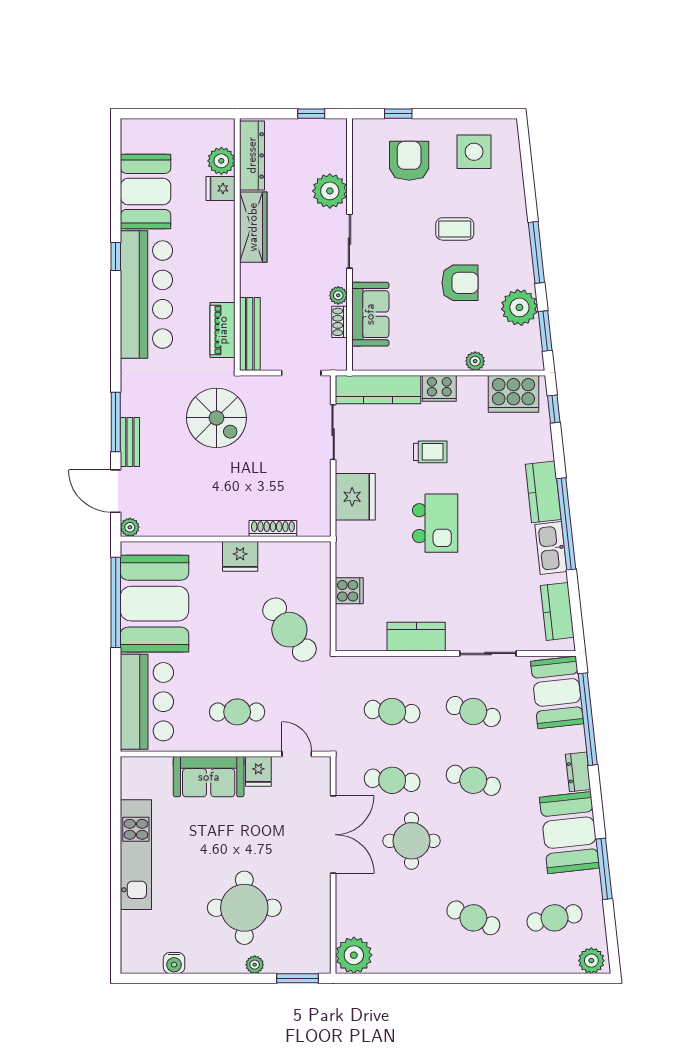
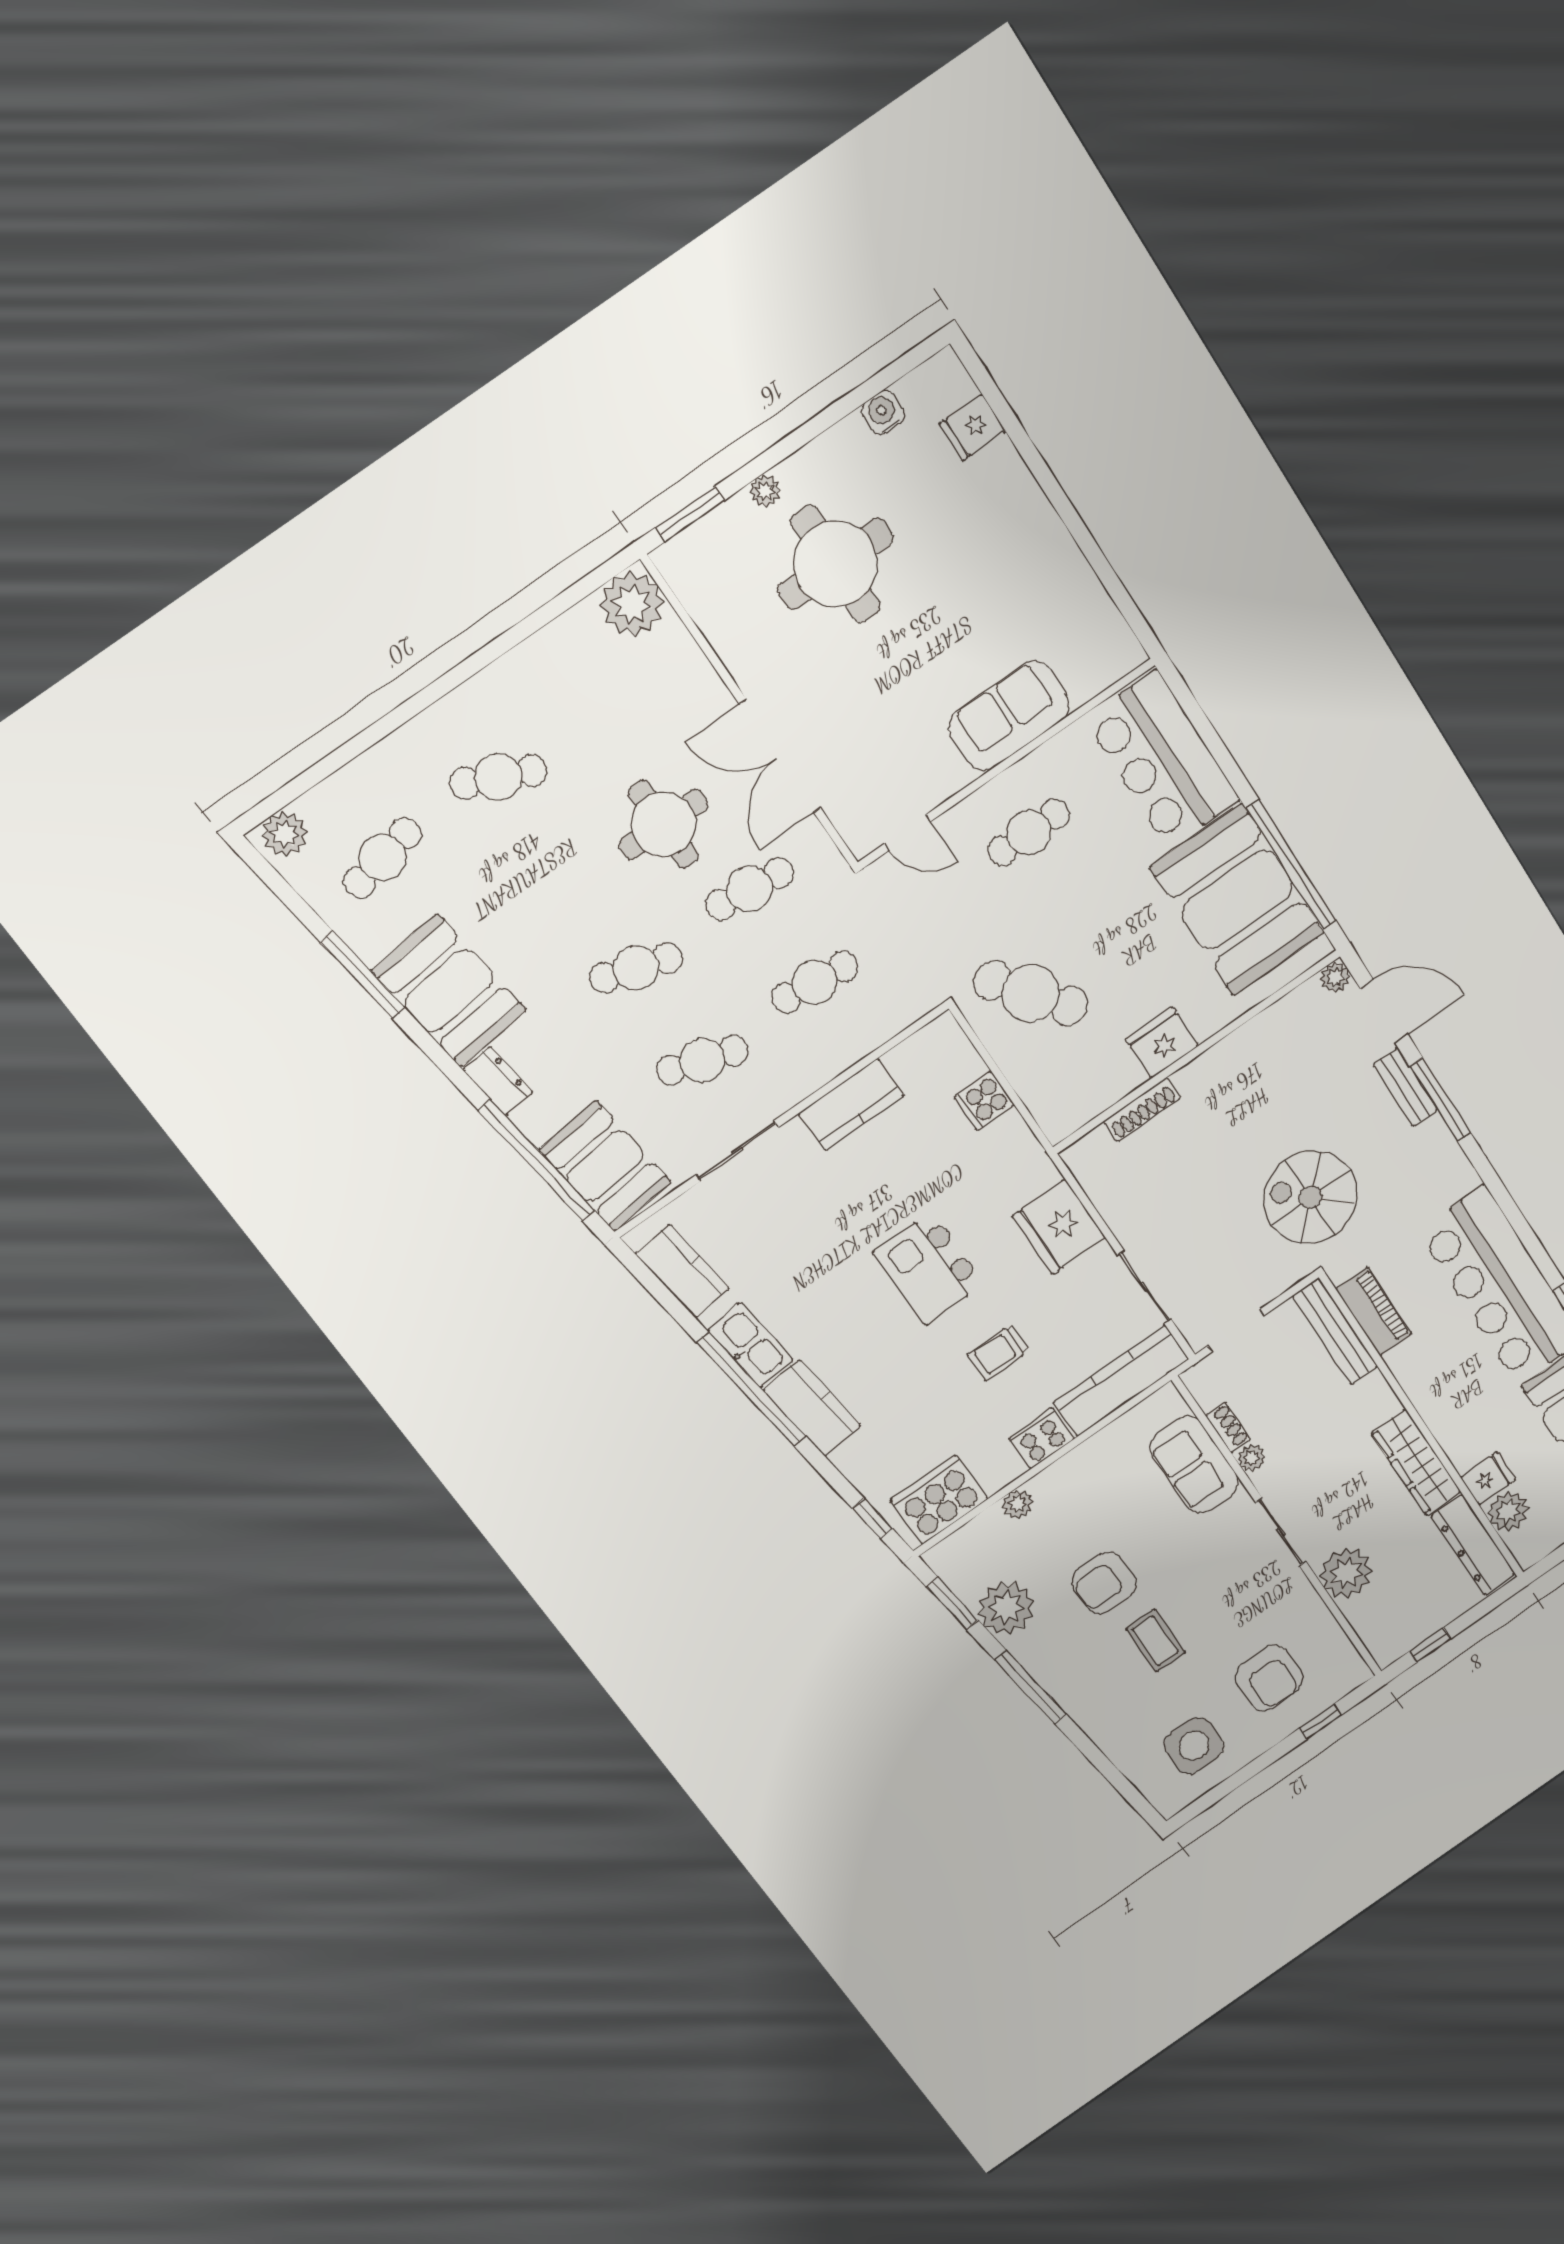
coffee table: (455, 229) -> (1155, 1641), turned 90
fridge: (258, 771) -> (972, 427), moved, turned -90
kitchen unit: (136, 855) -> (1040, 534), removed

